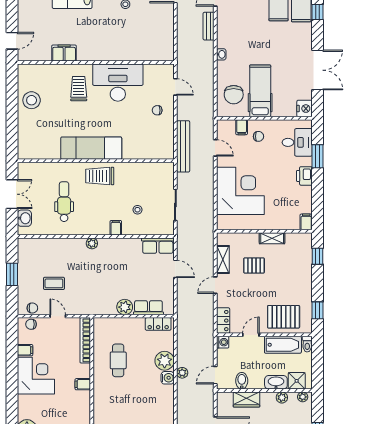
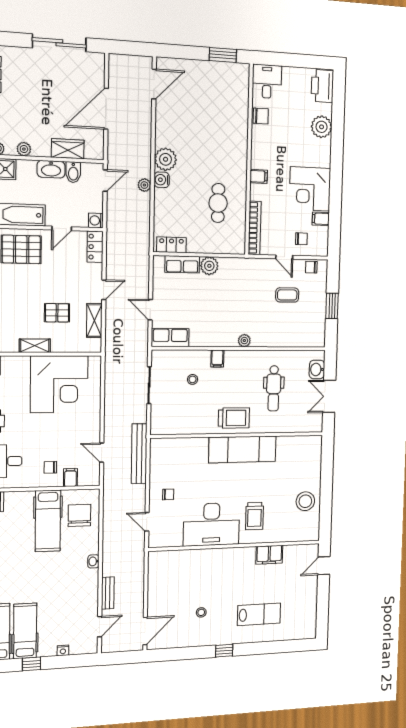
corner desk: (240, 191) -> (59, 384), moved, turned -90
chair: (31, 324) -> (301, 239), moved
plant: (165, 361) -> (166, 159), moved
washbasin: (276, 382) -> (51, 169), moved

